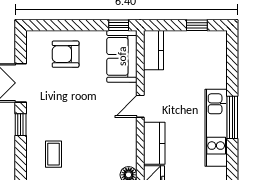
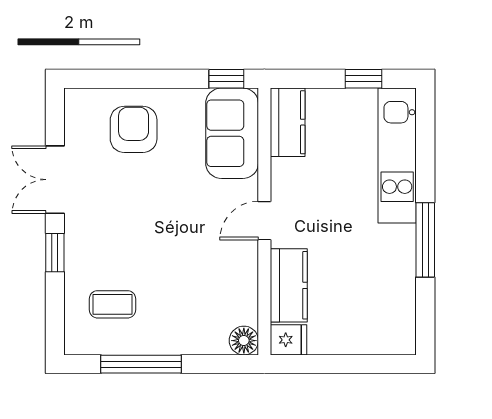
armchair: (66, 54) -> (134, 129), turned 90
kitchen unit: (216, 128) -> (397, 156), moved
coffee table: (54, 154) -> (113, 304), turned 90

